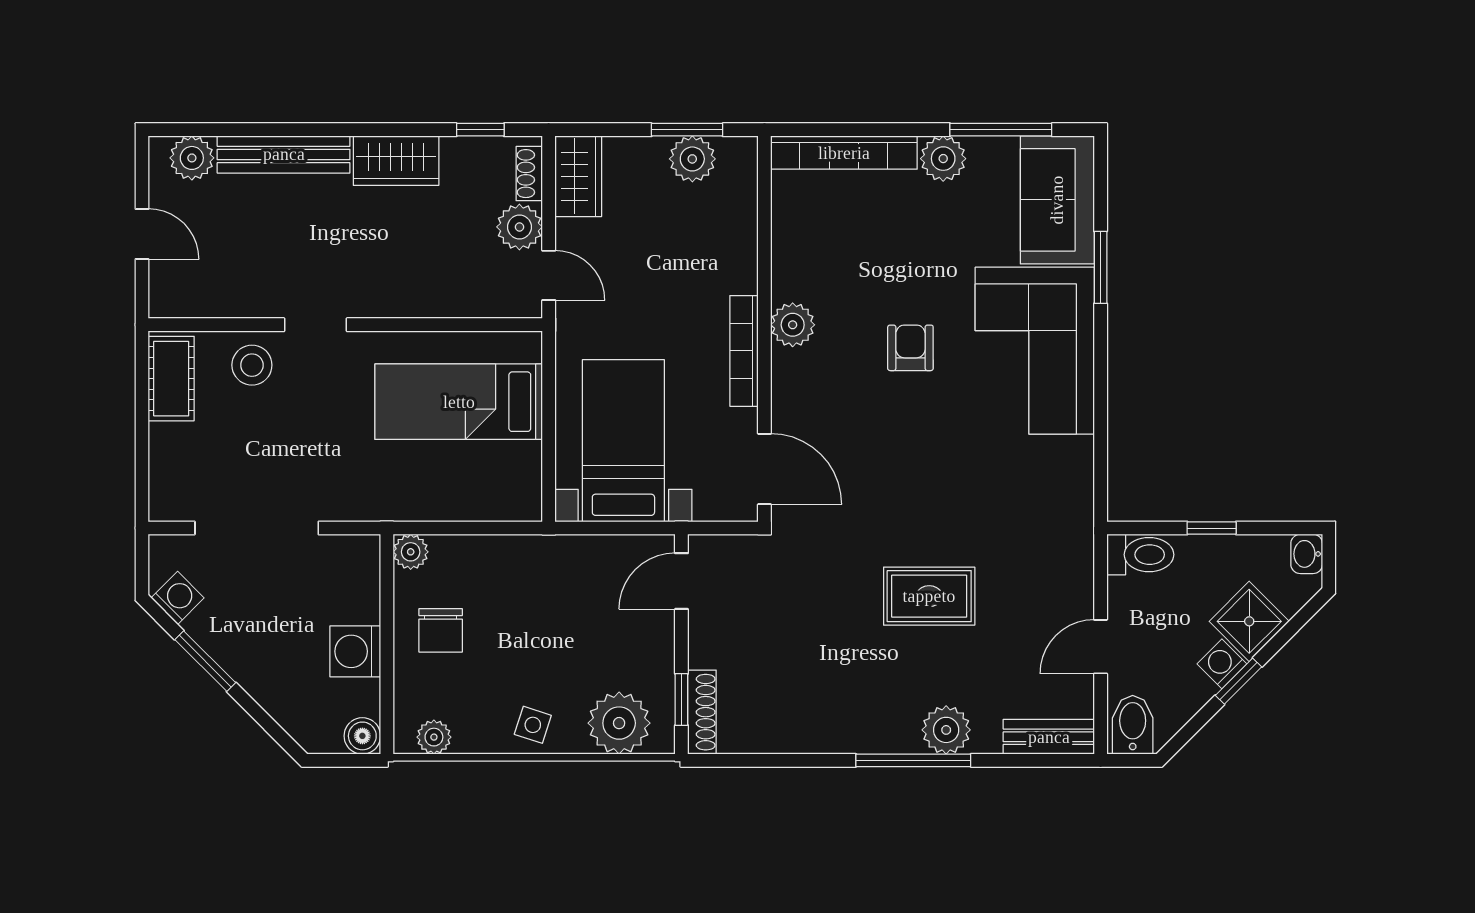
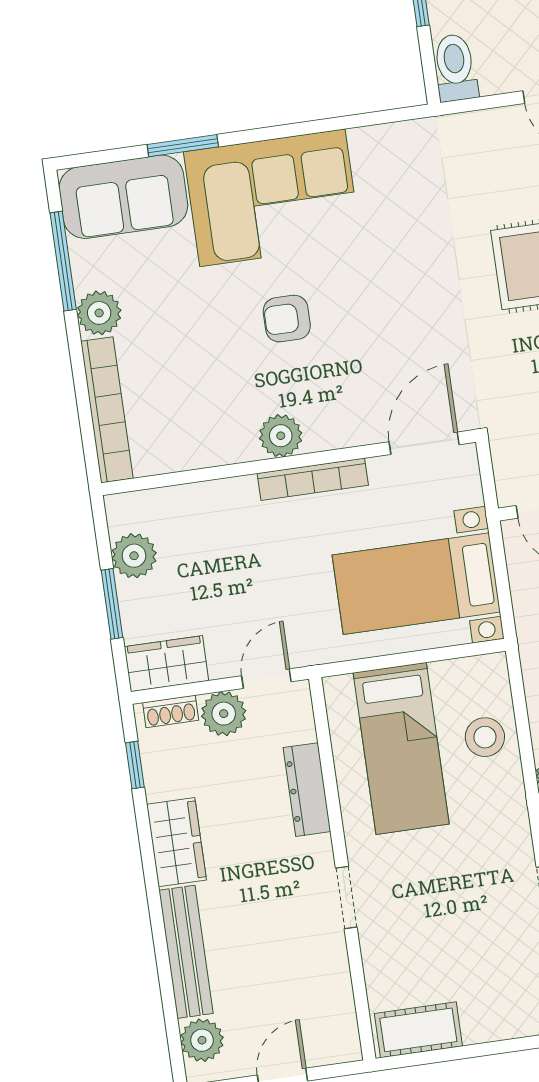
window: (687, 130) -> (112, 604), moved
dresser: (430, 300) -> (307, 790), added
stool: (252, 365) -> (485, 737), moved

